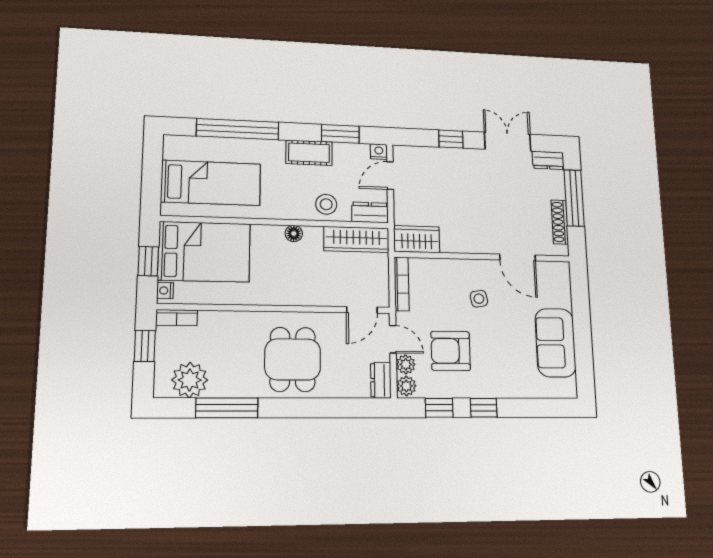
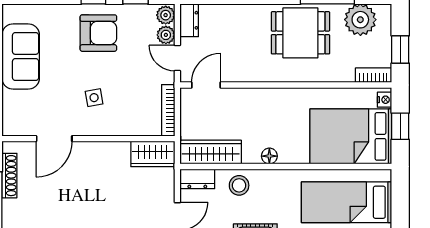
door: (518, 258) -> (54, 139), swing flipped
armchair: (451, 351) -> (98, 33), moved
dining table: (293, 359) -> (300, 33), moved, turned 90

